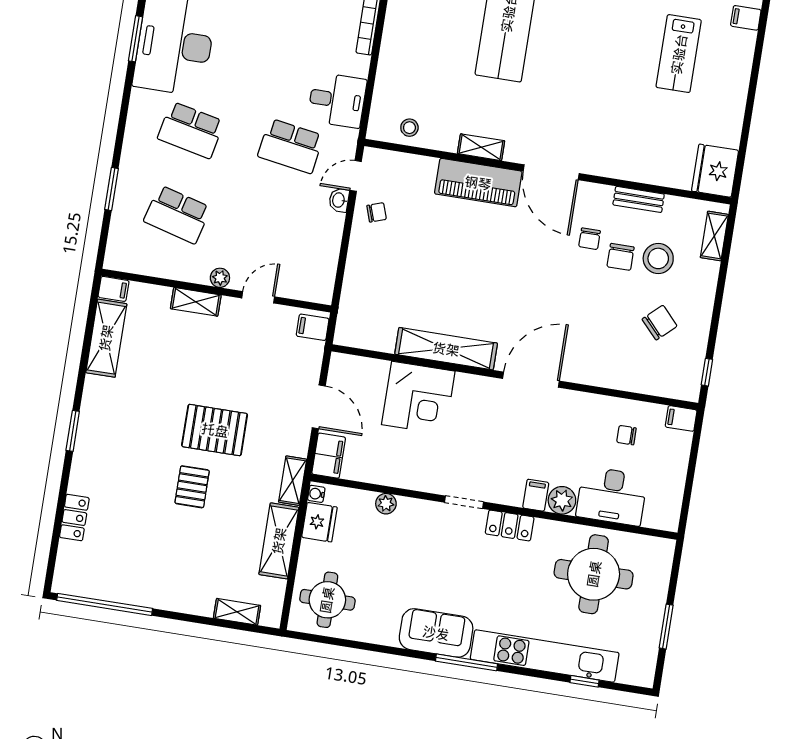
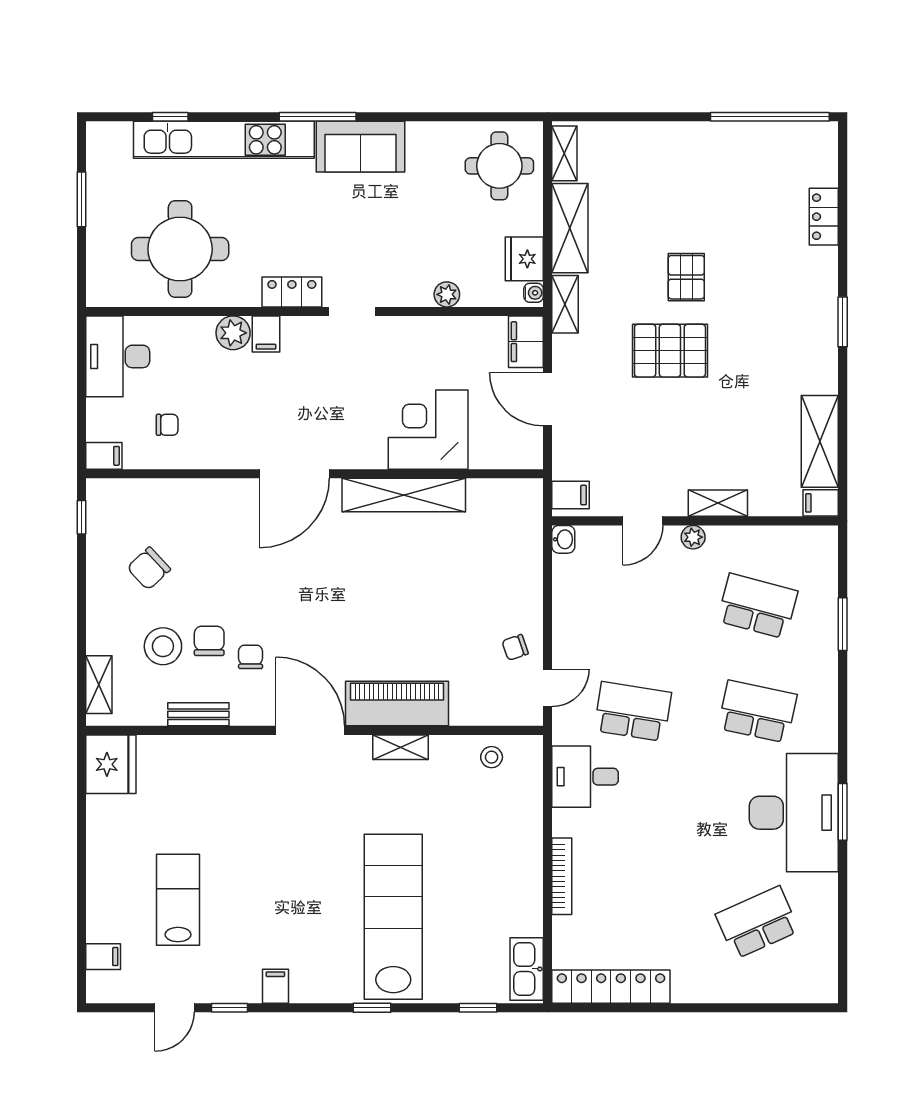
washbasin: (339, 200) -> (563, 539), moved
desk: (612, 496) -> (118, 356), moved, turned -90
shelving: (237, 612) -> (564, 153), moved, turned 90

